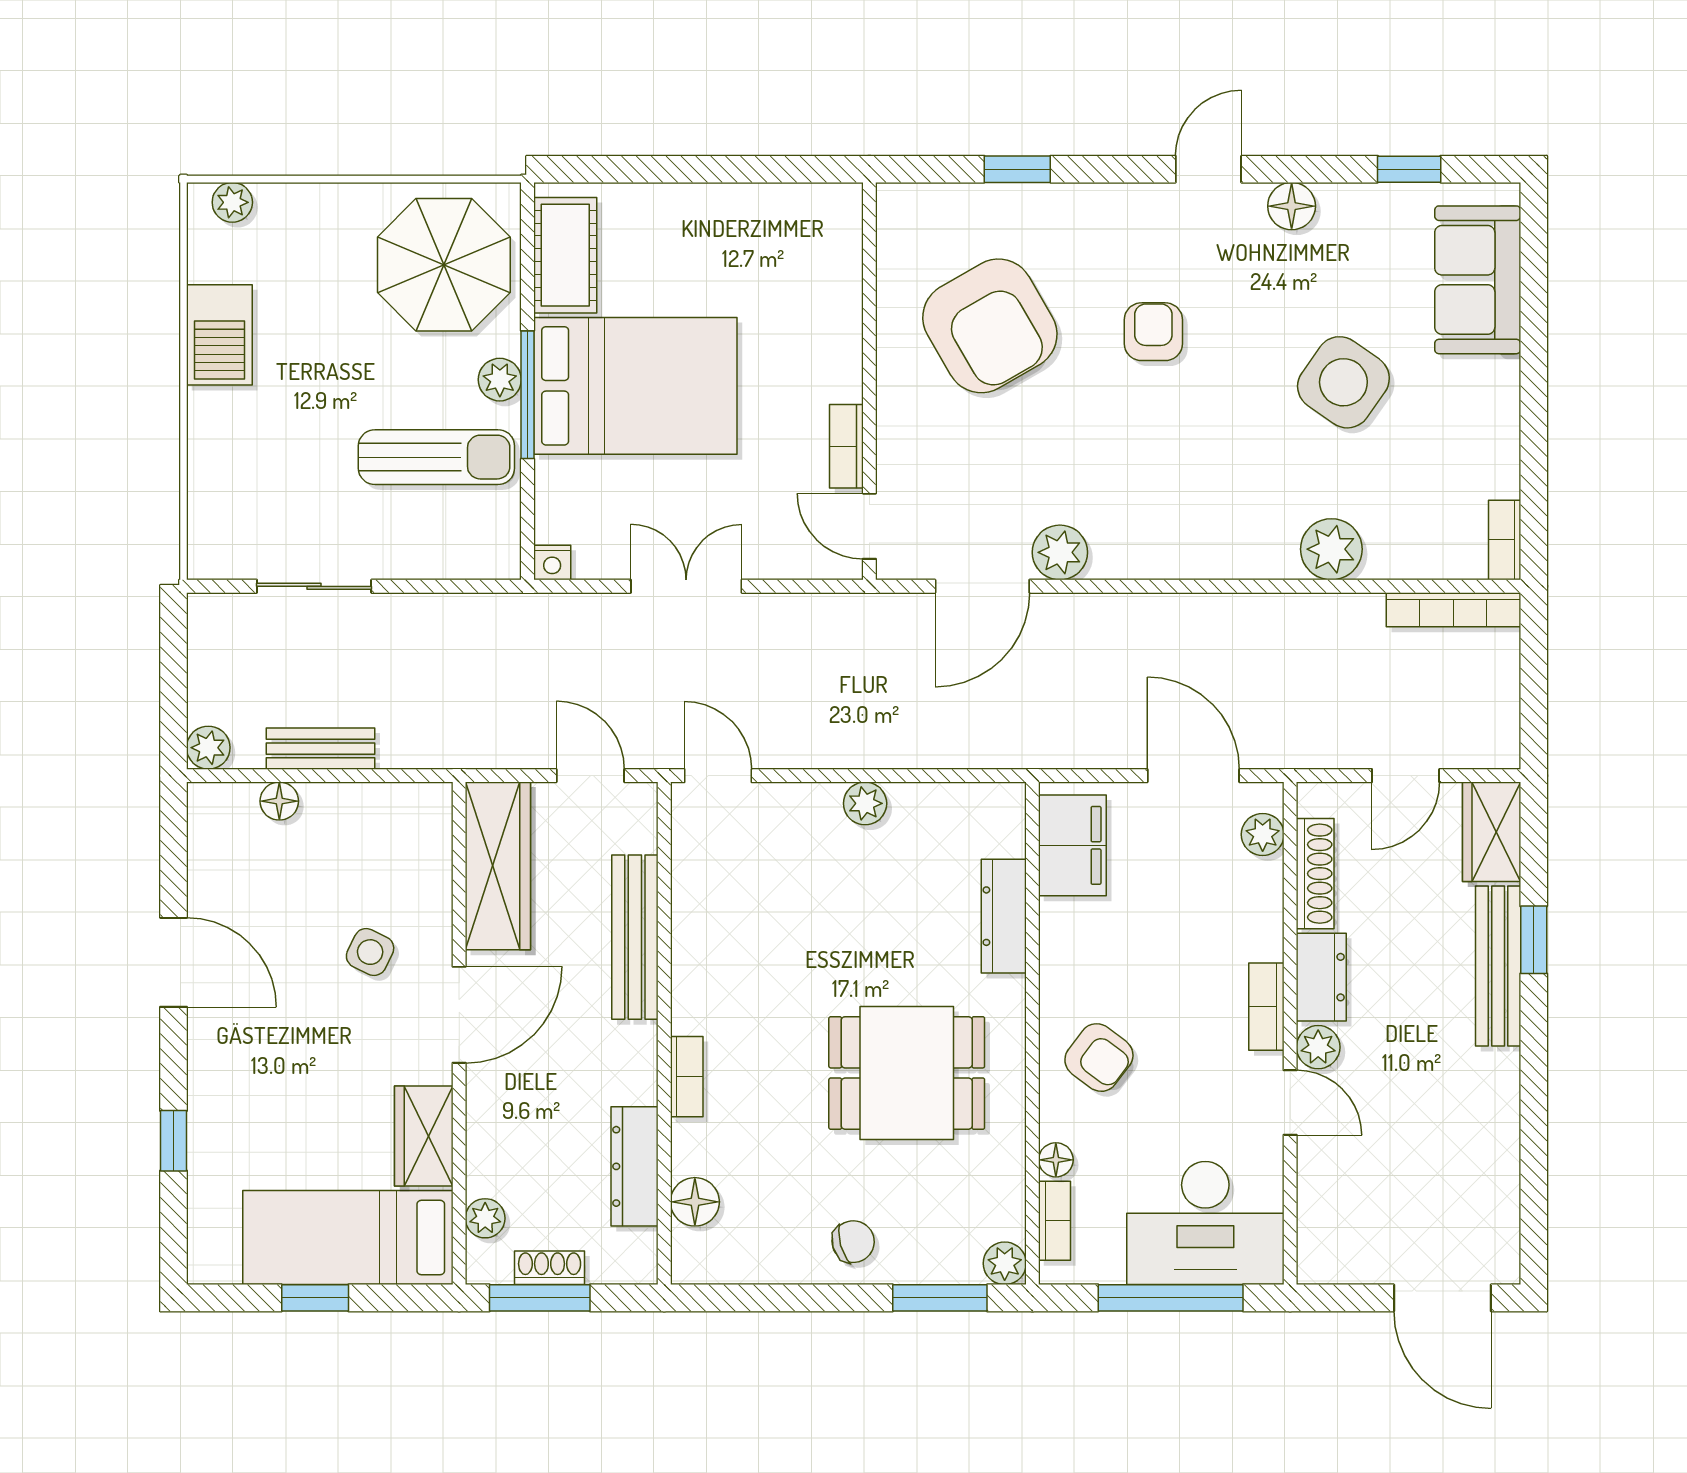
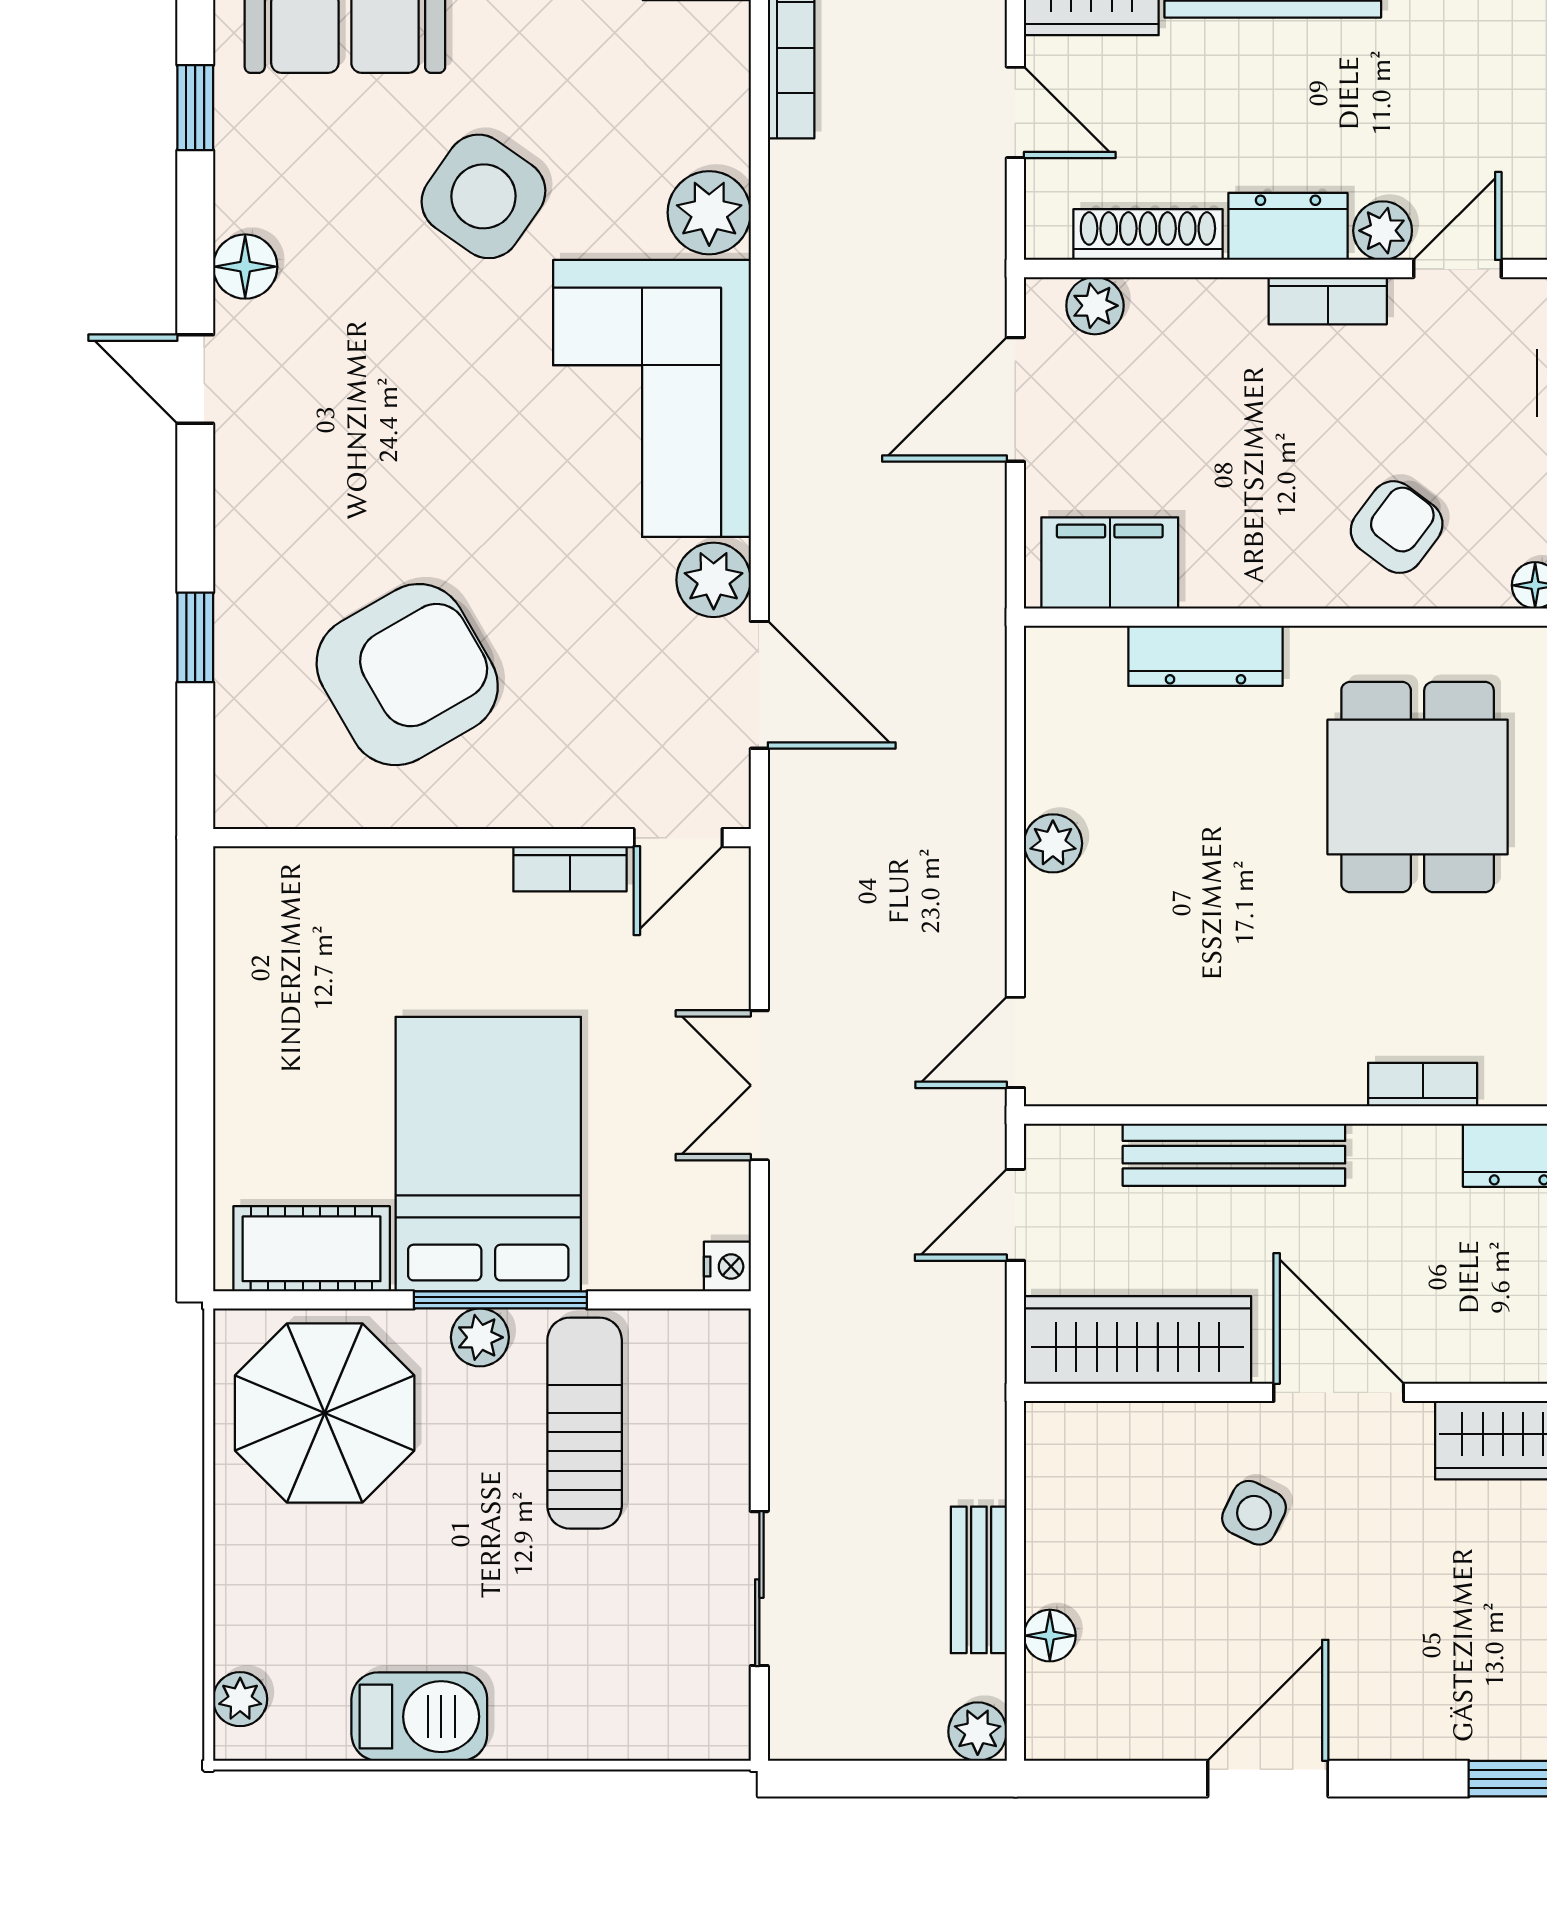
armchair: (1153, 332) -> (415, 453), removed
corner sofa: (1194, 507) -> (652, 398), added

